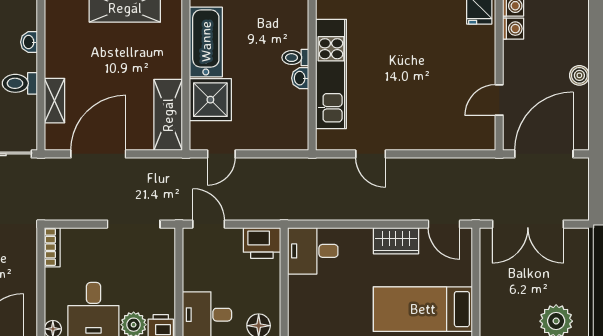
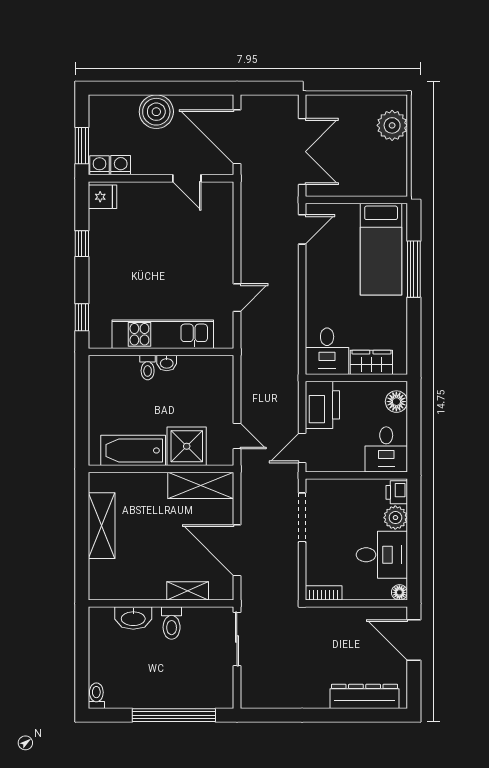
washbasin: (29, 42) -> (133, 618), width x1.91, depth x1.45
boiler: (579, 75) -> (156, 112), width x1.86, depth x1.86
wardrobe: (396, 241) -> (371, 362), moved, turned -90
printer: (262, 243) -> (322, 405), width x1.37, depth x1.19

